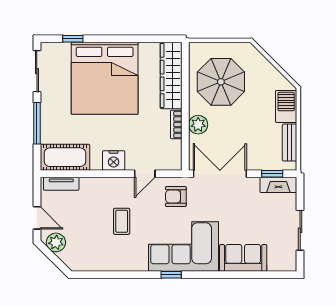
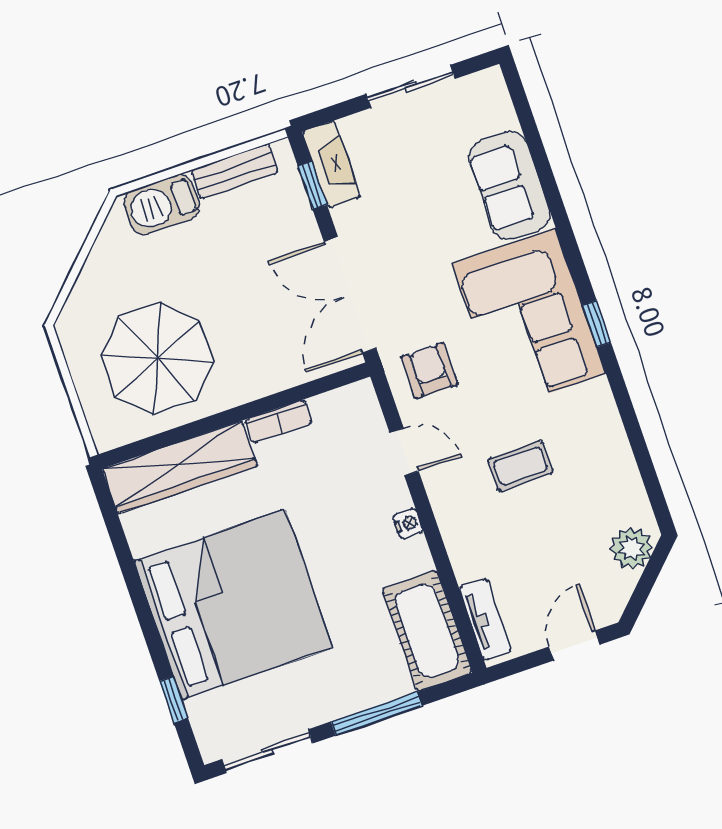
plant: (198, 125) -> (263, 375), removed
nightstand: (114, 160) -> (408, 523), width x0.53, depth x0.56
armchair: (176, 196) -> (430, 370), turned 180
plant: (56, 242) -> (631, 548), moved

